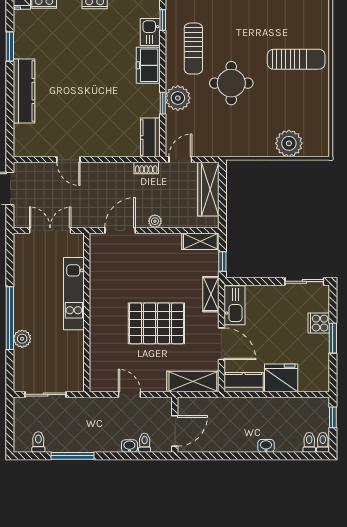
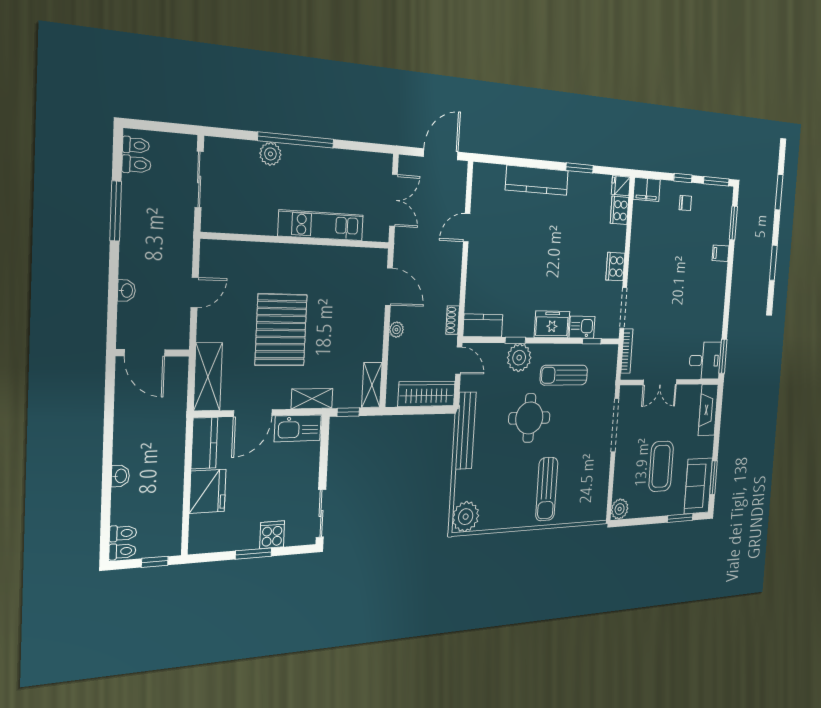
plant: (289, 143) -> (466, 517), moved
bench: (241, 149) -> (466, 431), added
toilet: (145, 443) -> (136, 145), moved

